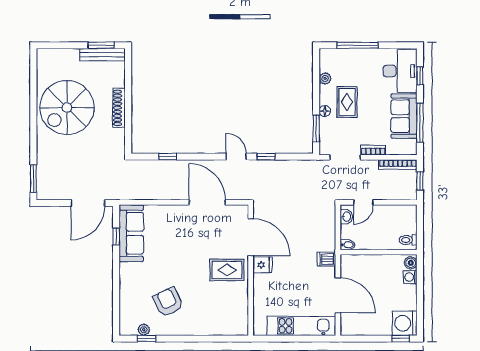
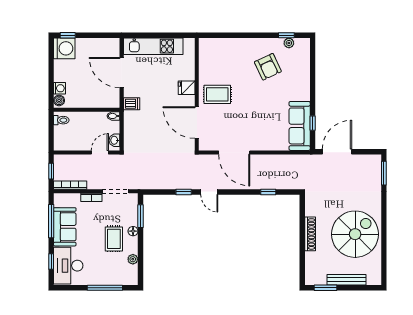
bench: (103, 55) -> (347, 280), moved
fridge: (263, 265) -> (187, 88), moved

